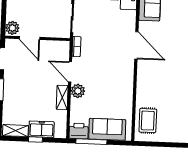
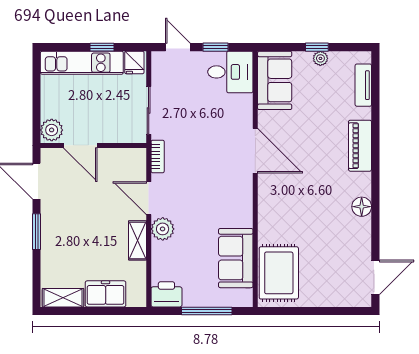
rug: (148, 121) -> (279, 273), width x1.36, depth x1.43
sofa: (107, 129) -> (236, 258), moved, turned -90
window: (35, 139) -> (96, 311), removed
window: (91, 142) -> (207, 311), moved

